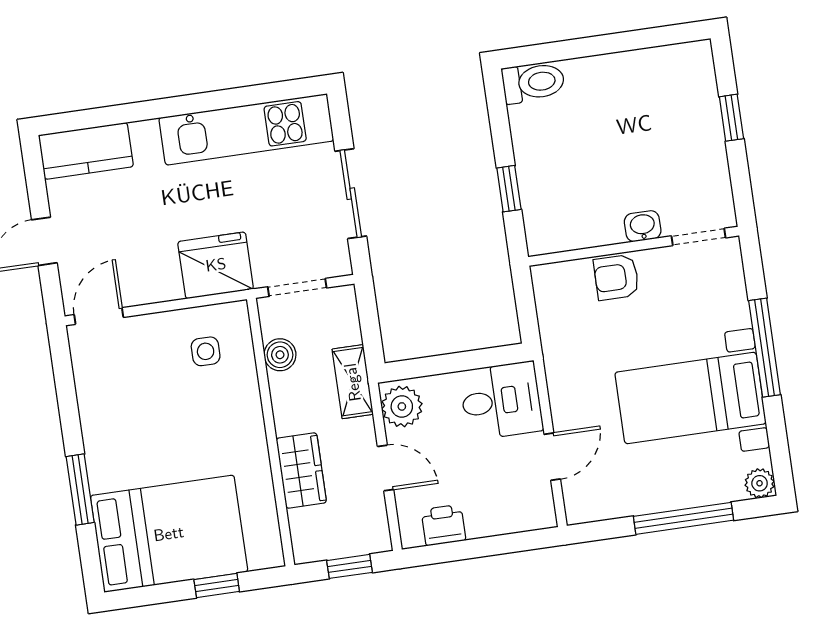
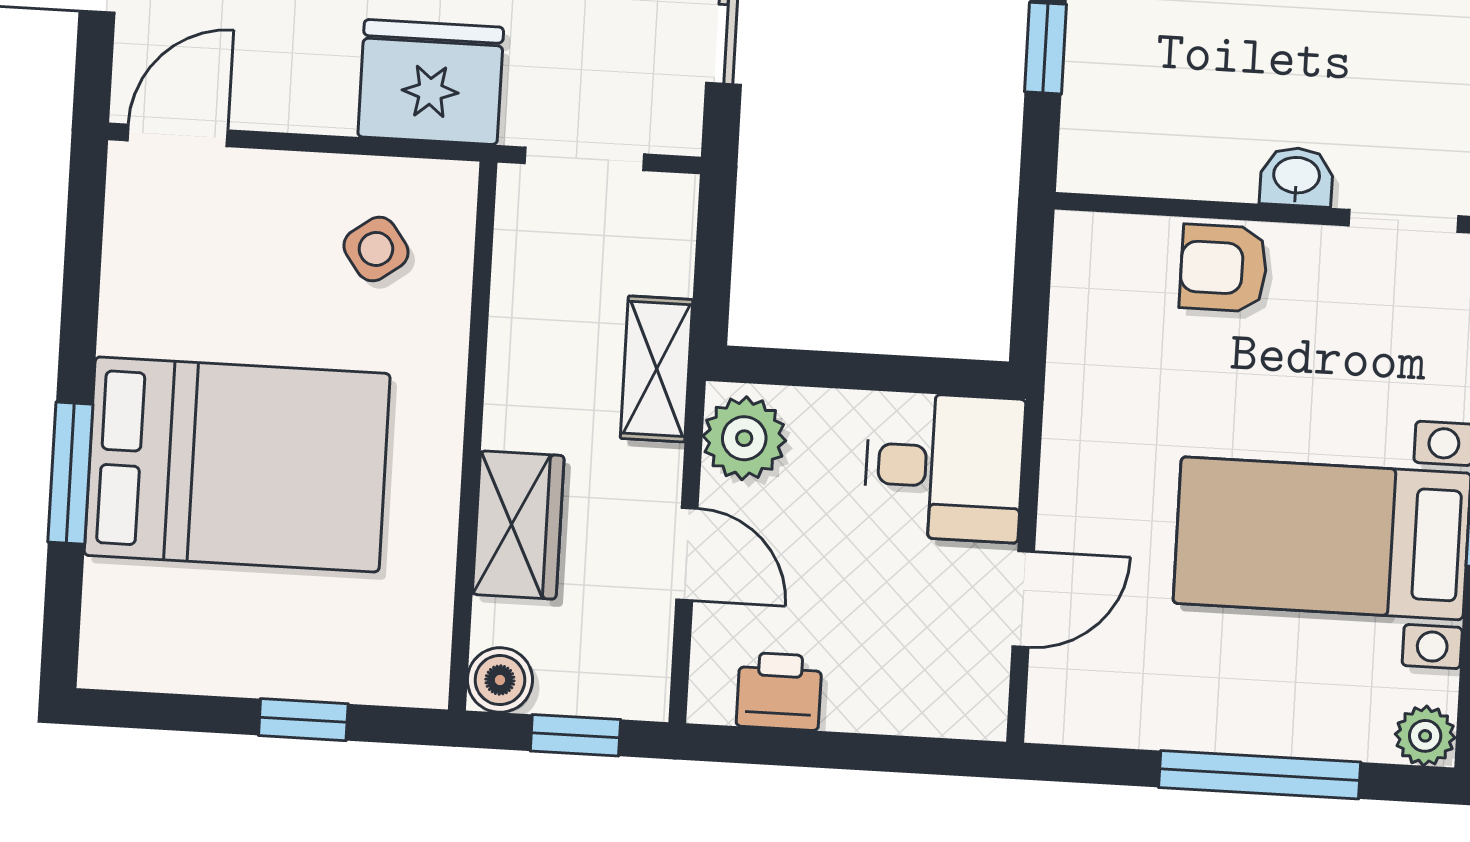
side table: (206, 351) -> (376, 249), turned -36
boiler: (280, 355) -> (500, 680), moved
bed: (169, 534) -> (237, 464), moved

